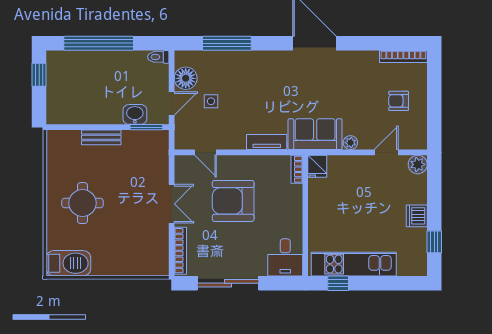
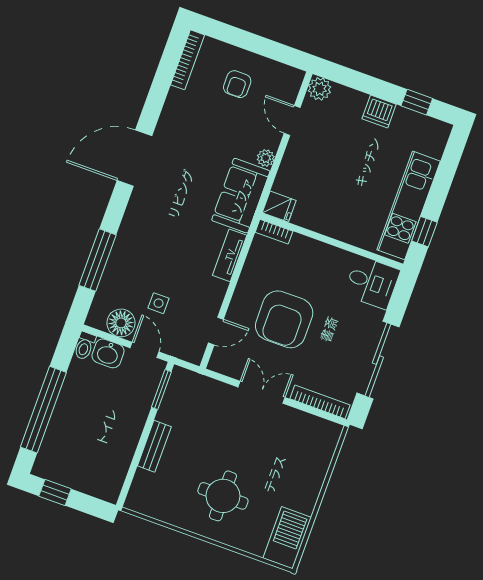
washbasin: (135, 114) -> (108, 353), moved, turned -90

